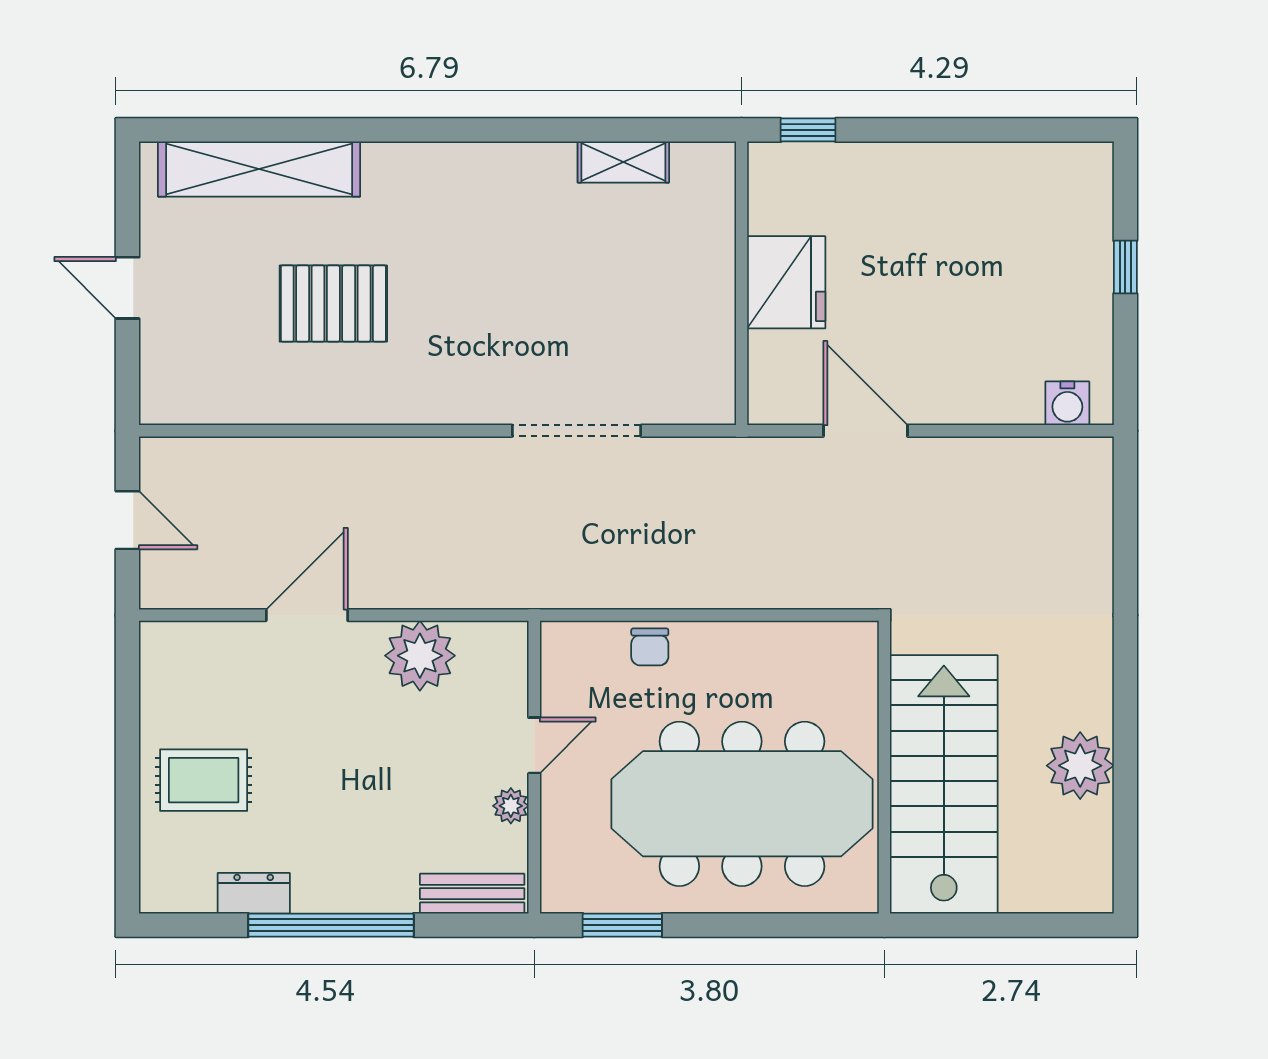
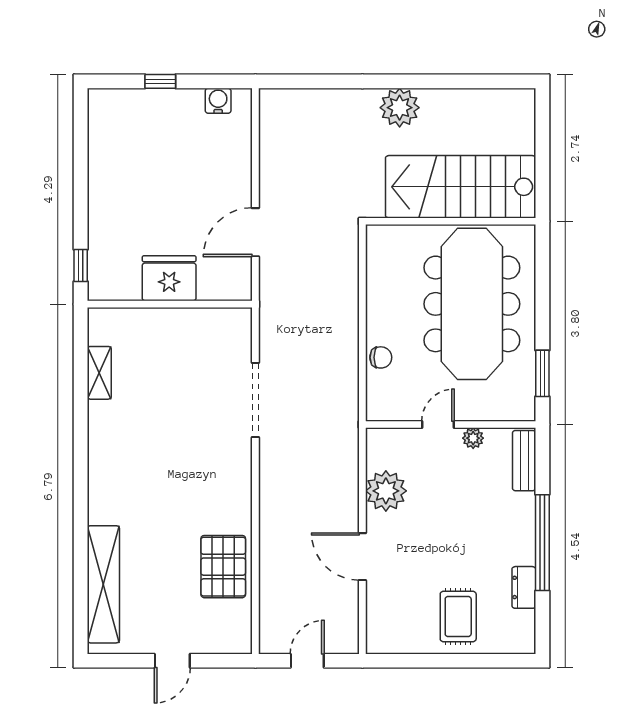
pallet: (333, 304) -> (223, 567), moved
water cooler: (1067, 403) -> (218, 101), moved, turned -90
door: (534, 745) -> (438, 425), hinge flipped
plant: (1080, 766) -> (400, 108), moved

